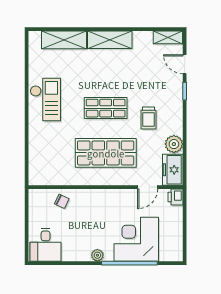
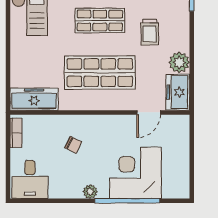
freezer: (49, 176) -> (34, 99), added
printer: (176, 197) -> (181, 124), removed
chair: (62, 201) -> (73, 145), moved
bookcase: (34, 205) -> (16, 133), added

